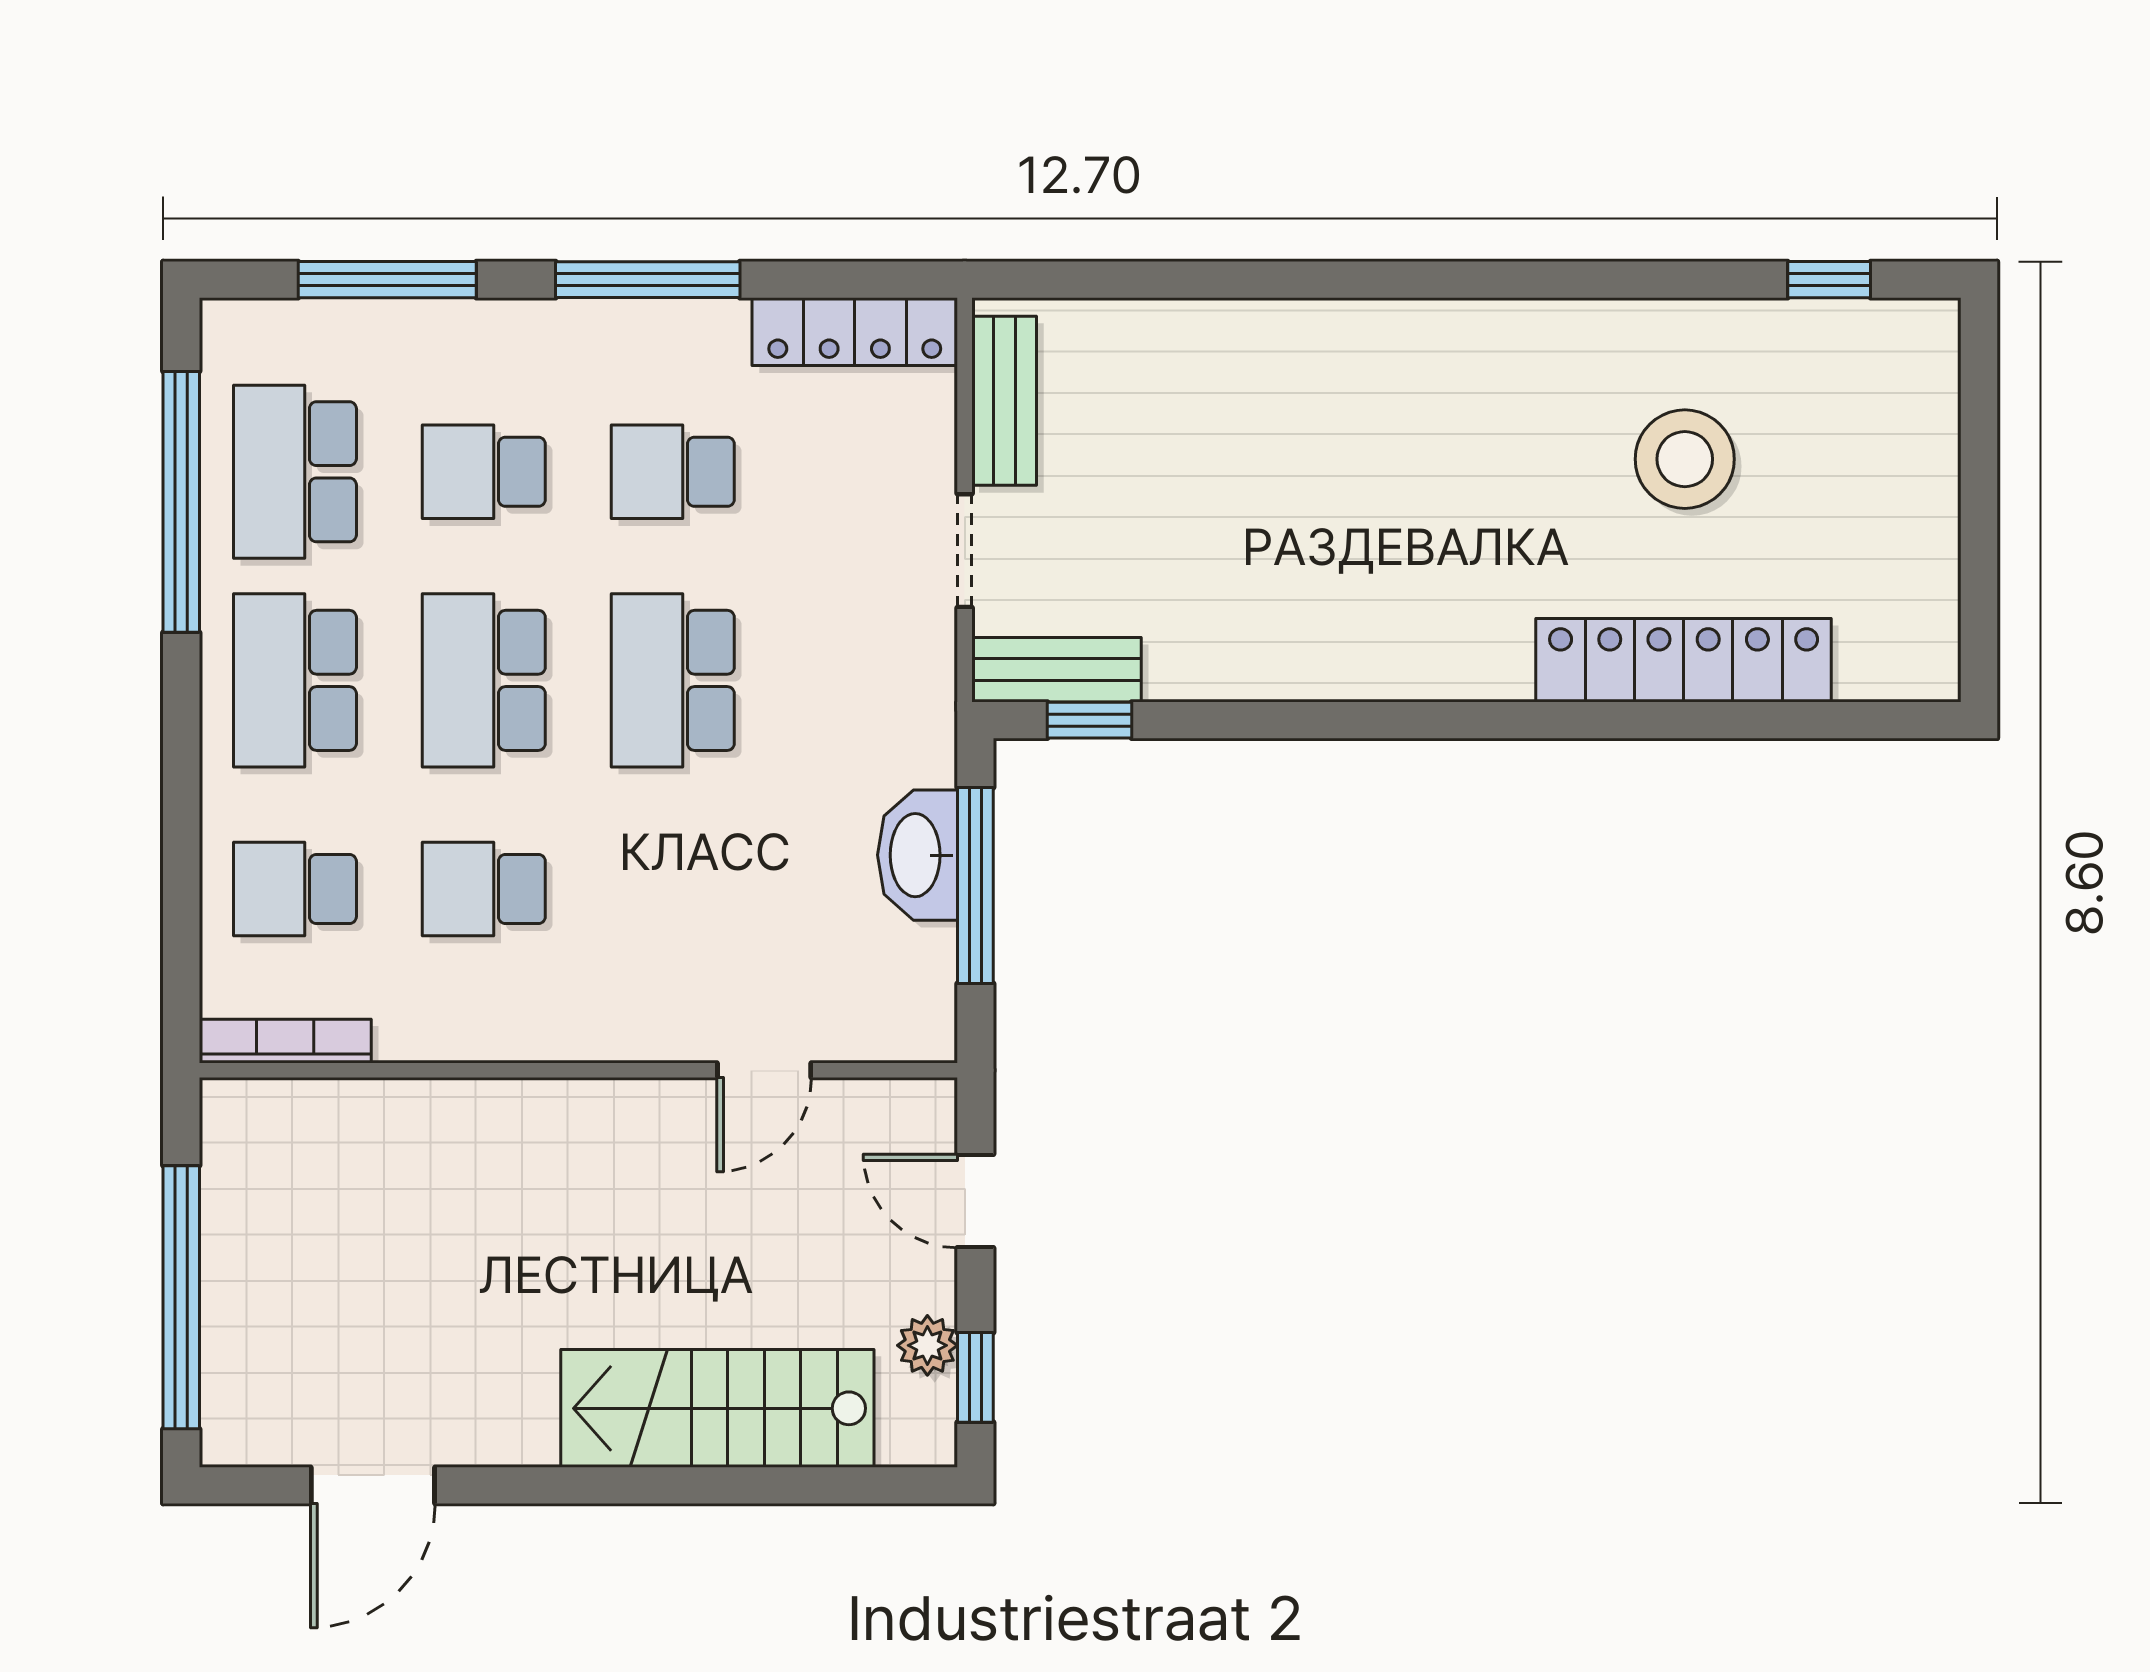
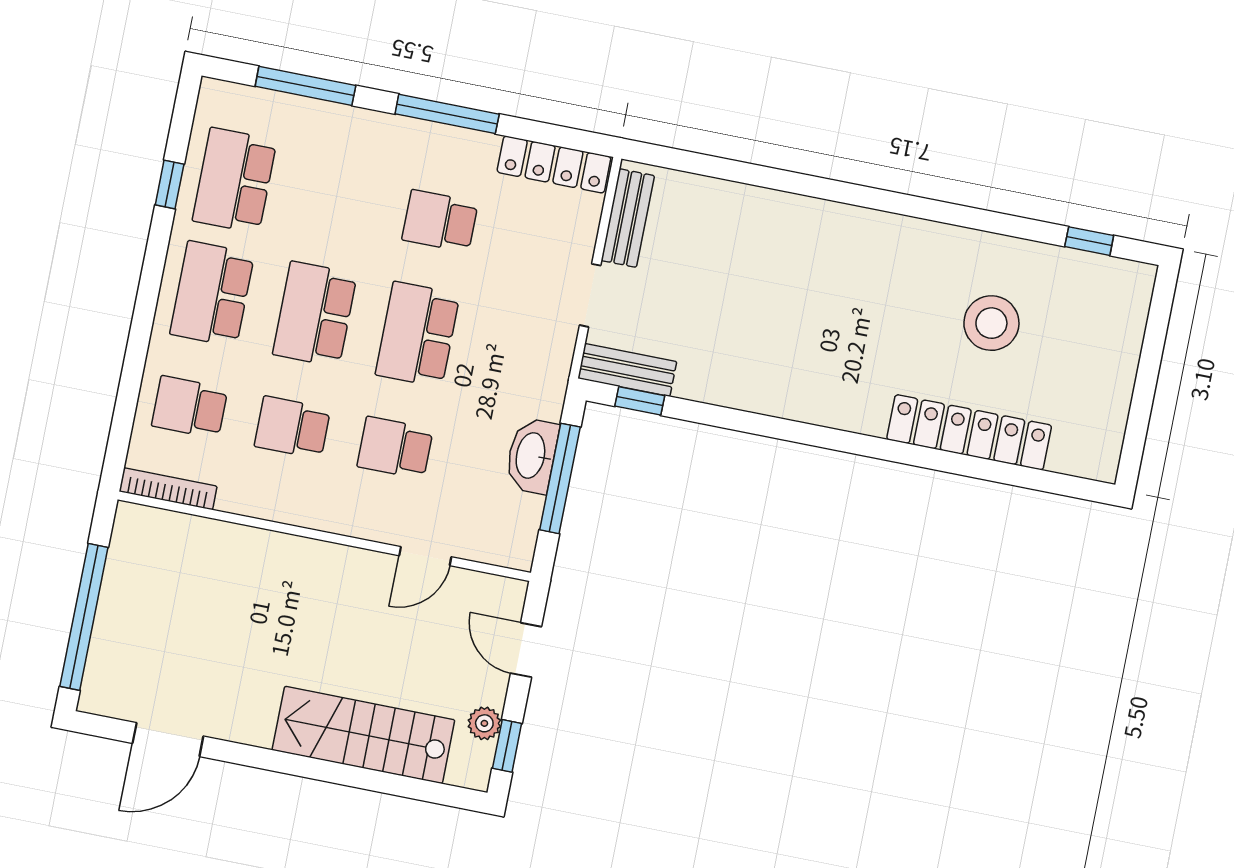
school desk: (484, 472) -> (395, 448), moved
window: (181, 502) -> (170, 184), width x0.32

